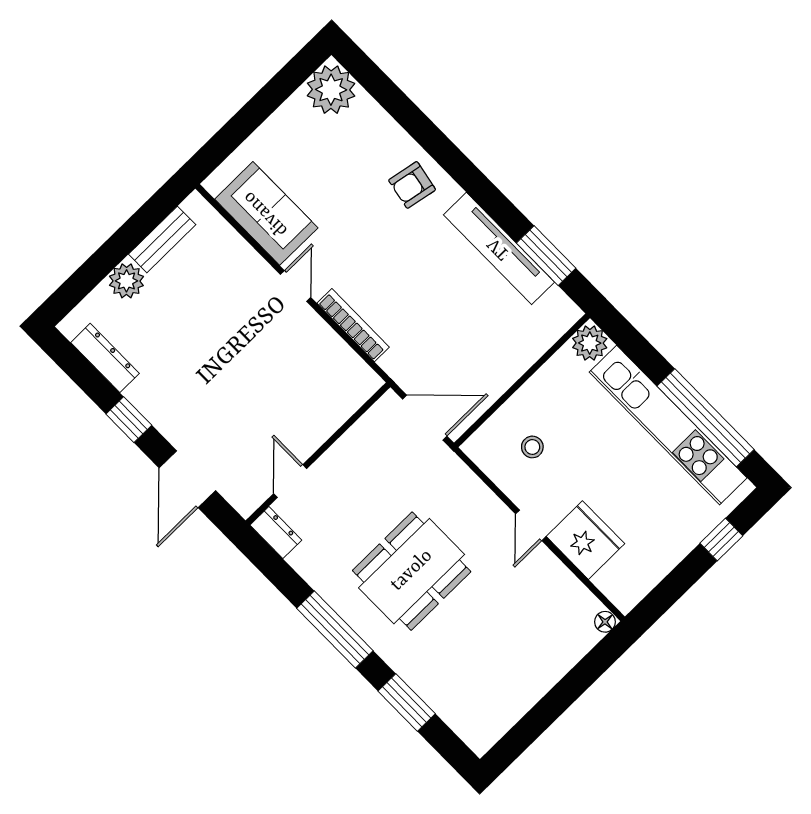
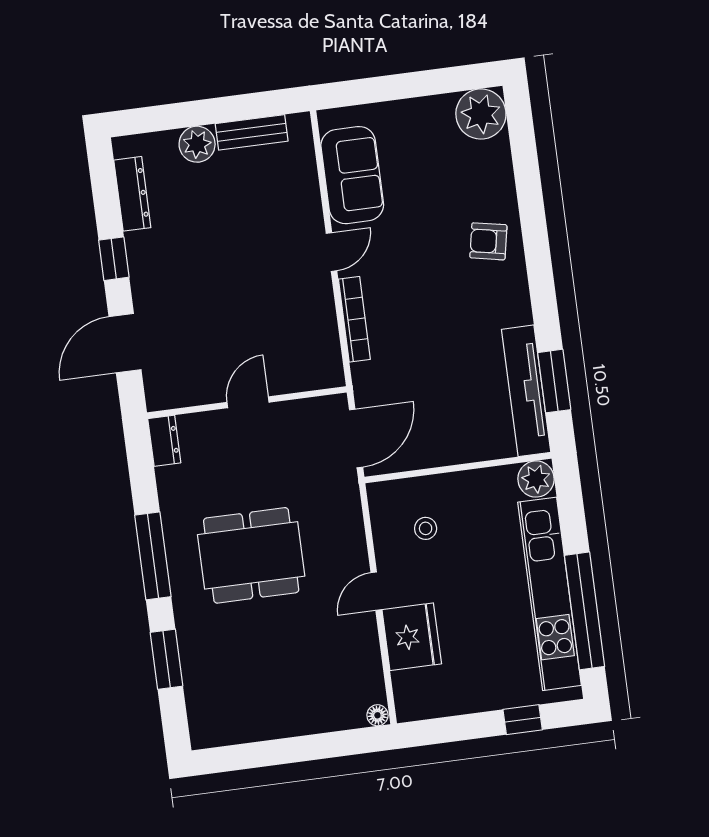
tv unit: (499, 248) -> (526, 391), moved
door: (425, 418) -> (356, 439), hinge flipped
door: (290, 481) -> (248, 402), moved

